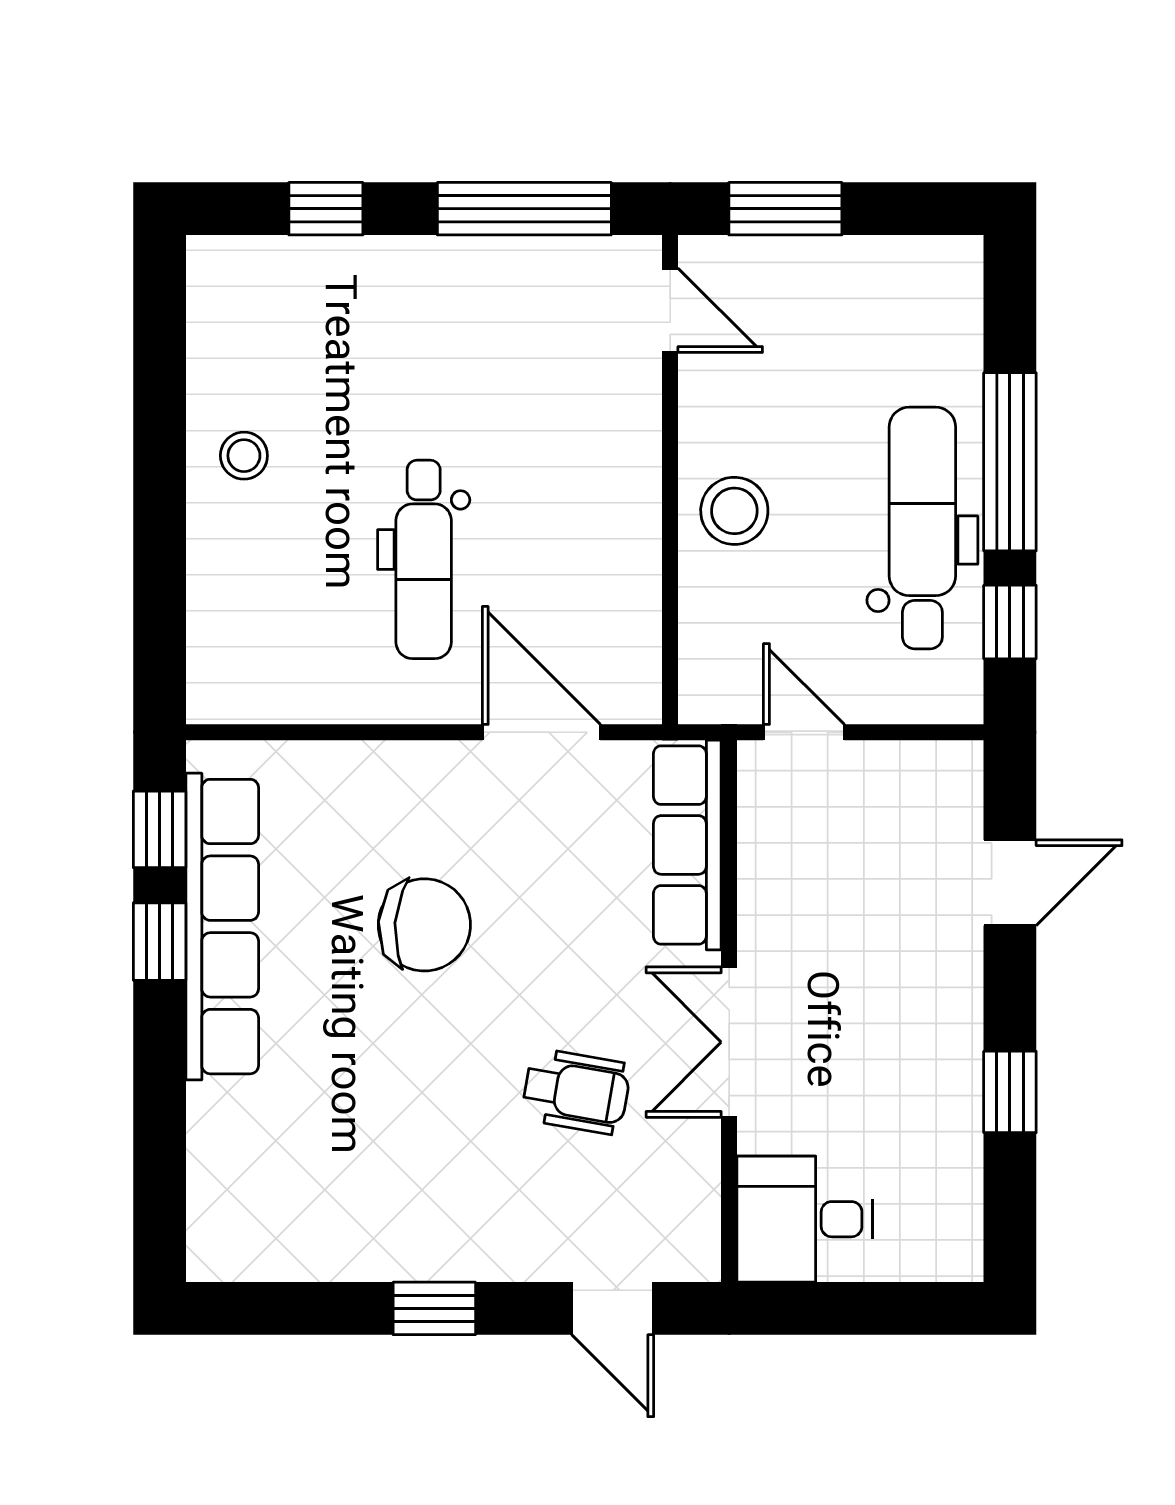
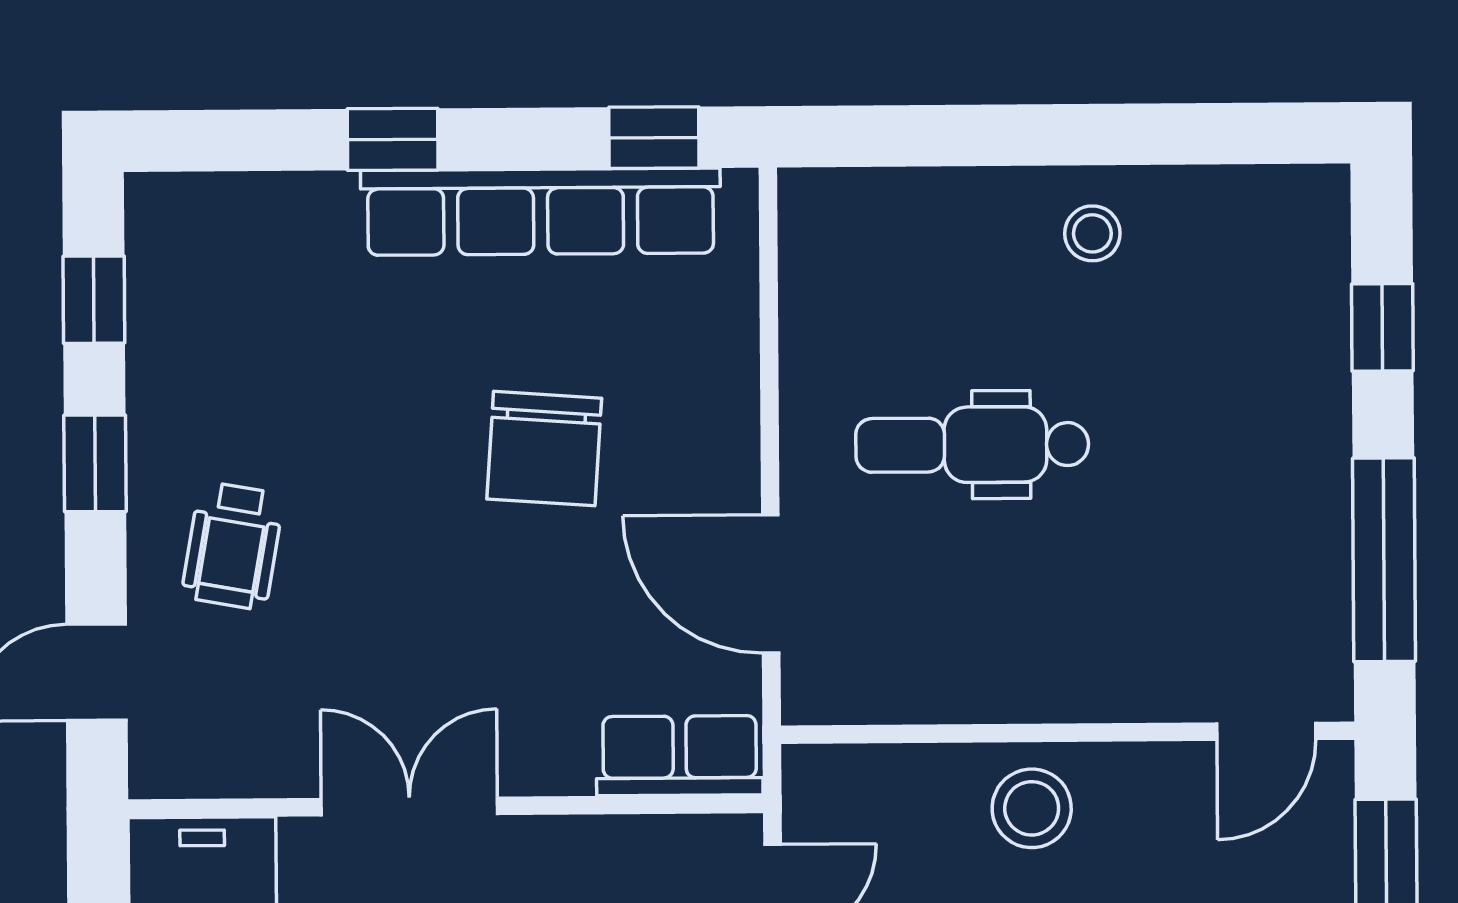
door: (541, 732) -> (771, 584), swing flipped
row of seats: (687, 845) -> (680, 756), width x0.68
window: (160, 942) -> (393, 139), moved
wheelchair: (576, 1092) -> (233, 546), moved
window: (295, 1308) -> (94, 300), added

